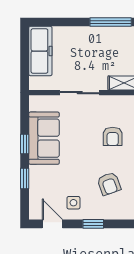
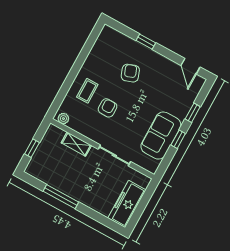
side table: (73, 203) -> (166, 74), removed
window: (93, 224) -> (146, 42), moved

